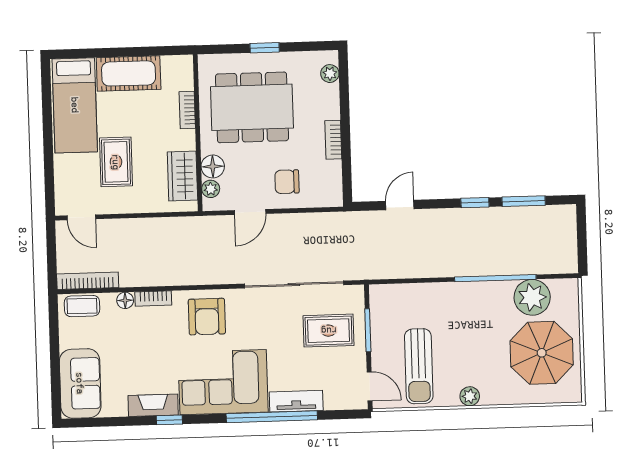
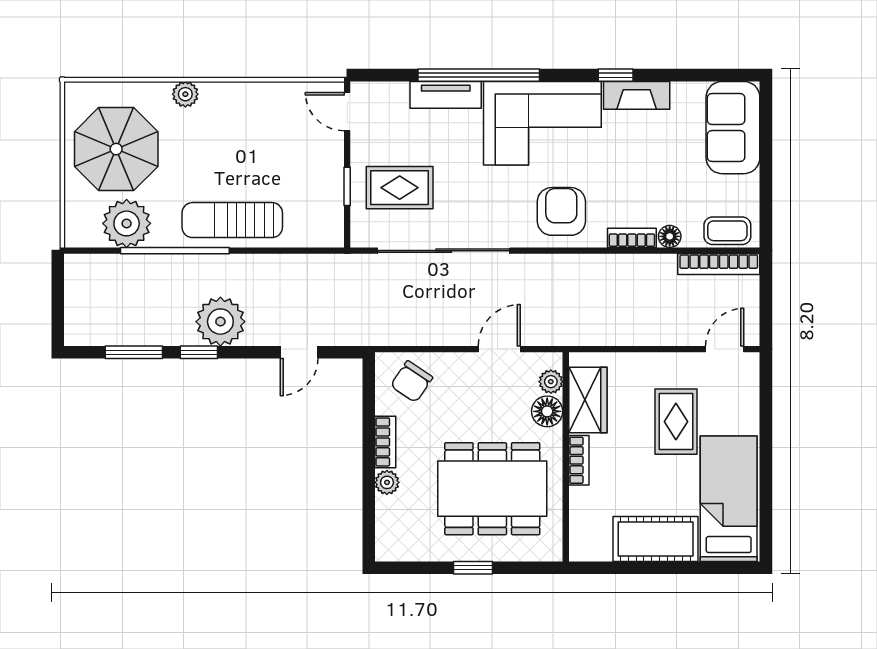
plant: (330, 74) -> (387, 482), moved
bookcase: (187, 110) -> (579, 460), moved
chair: (287, 182) -> (412, 382), moved, turned 124
door: (81, 217) -> (725, 349), hinge flipped
plant: (460, 226) -> (220, 322), added
window: (368, 330) -> (347, 186), width x0.67
sun lounger: (419, 366) -> (232, 220), moved, turned -90
plant: (470, 396) -> (185, 94), moved

